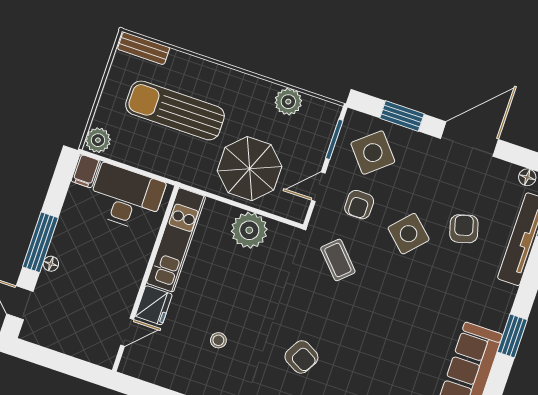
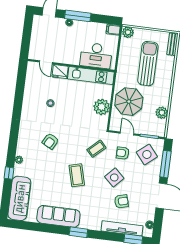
window: (402, 116) -> (166, 164), width x1.44
desk: (126, 197) -> (96, 56), moved, turned 90
coffee table: (387, 315) -> (77, 175), added

